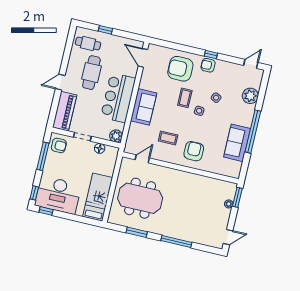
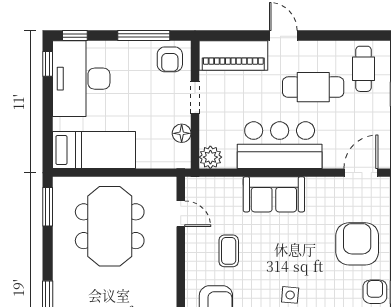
coffee table: (185, 98) -> (307, 264), removed
window: (137, 232) -> (48, 207), moved

